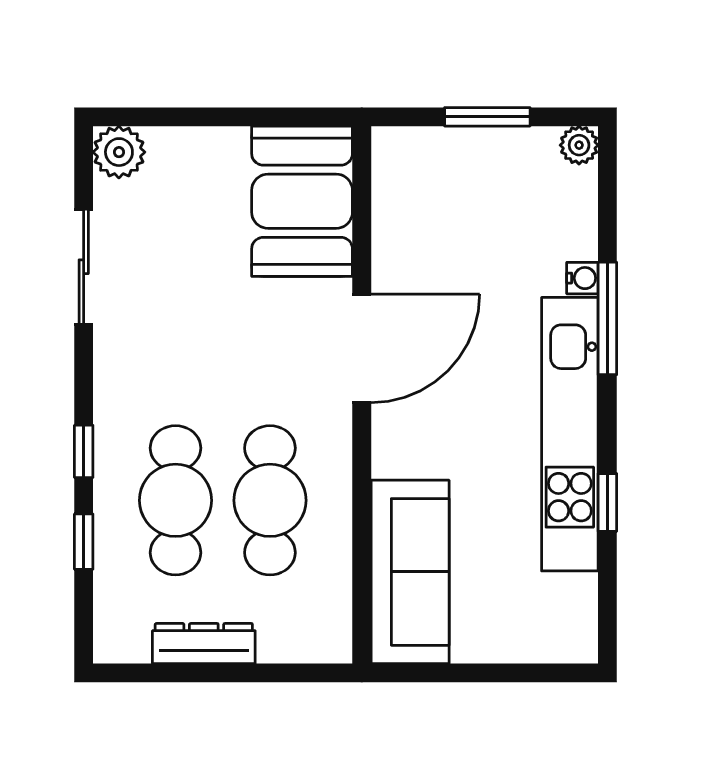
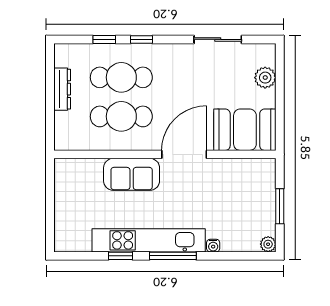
plant: (119, 152) -> (265, 78), moved
window: (607, 318) -> (173, 256), moved
door: (362, 348) -> (184, 154), swing flipped
sofa: (410, 572) -> (132, 174), moved, width x0.73

